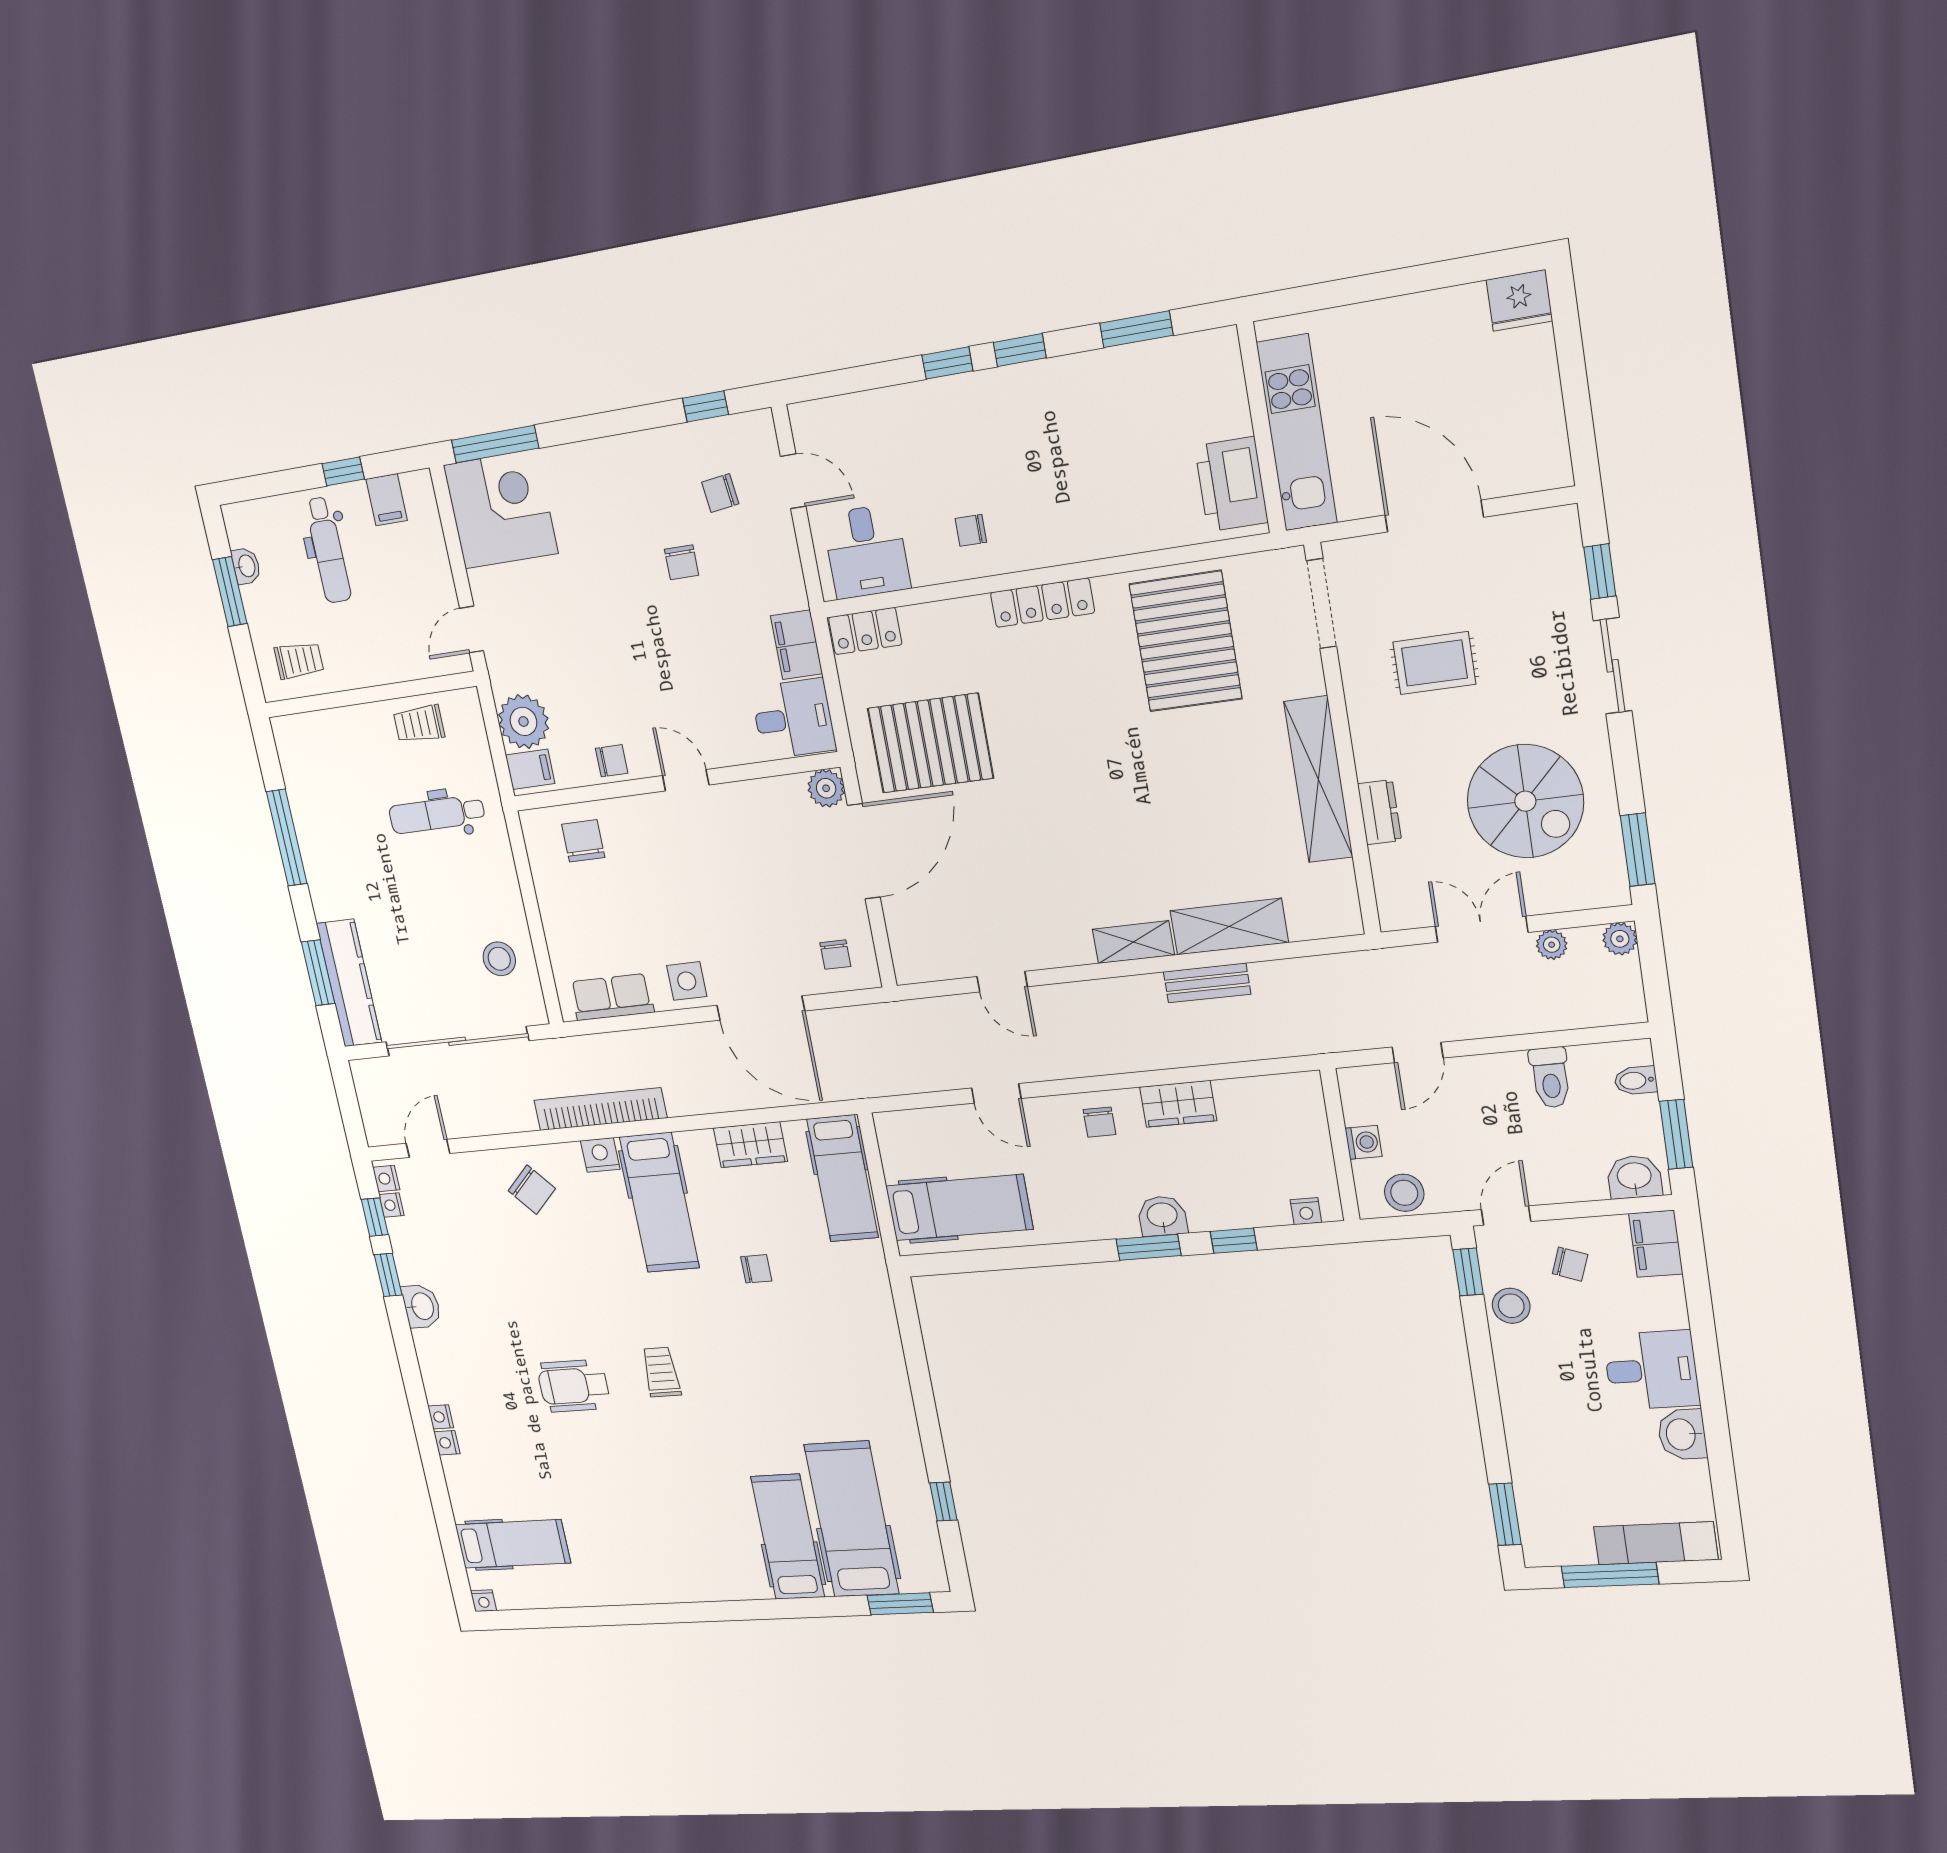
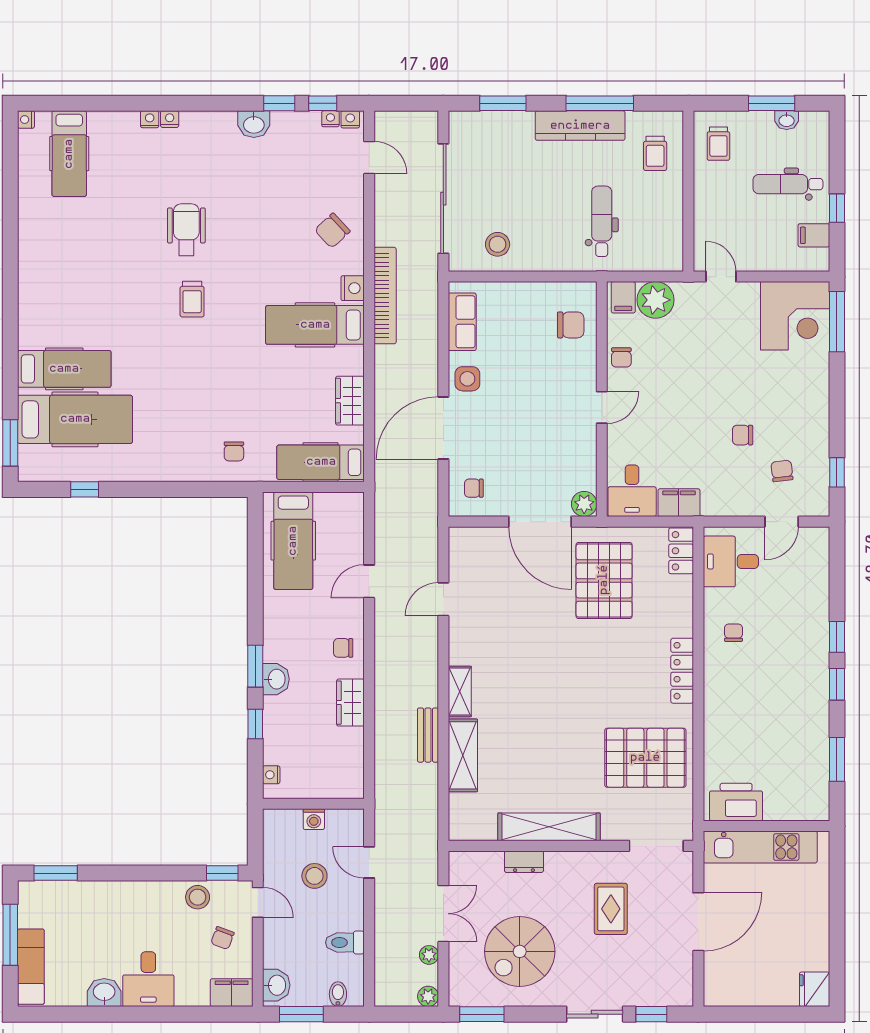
trolley: (419, 724) -> (655, 153), moved, turned 180
kitchen counter: (349, 983) -> (580, 126), moved
stool: (1404, 1193) -> (314, 876), moved
chair: (756, 1269) -> (234, 451), moved
trolley: (661, 1372) -> (192, 299), turned 90

